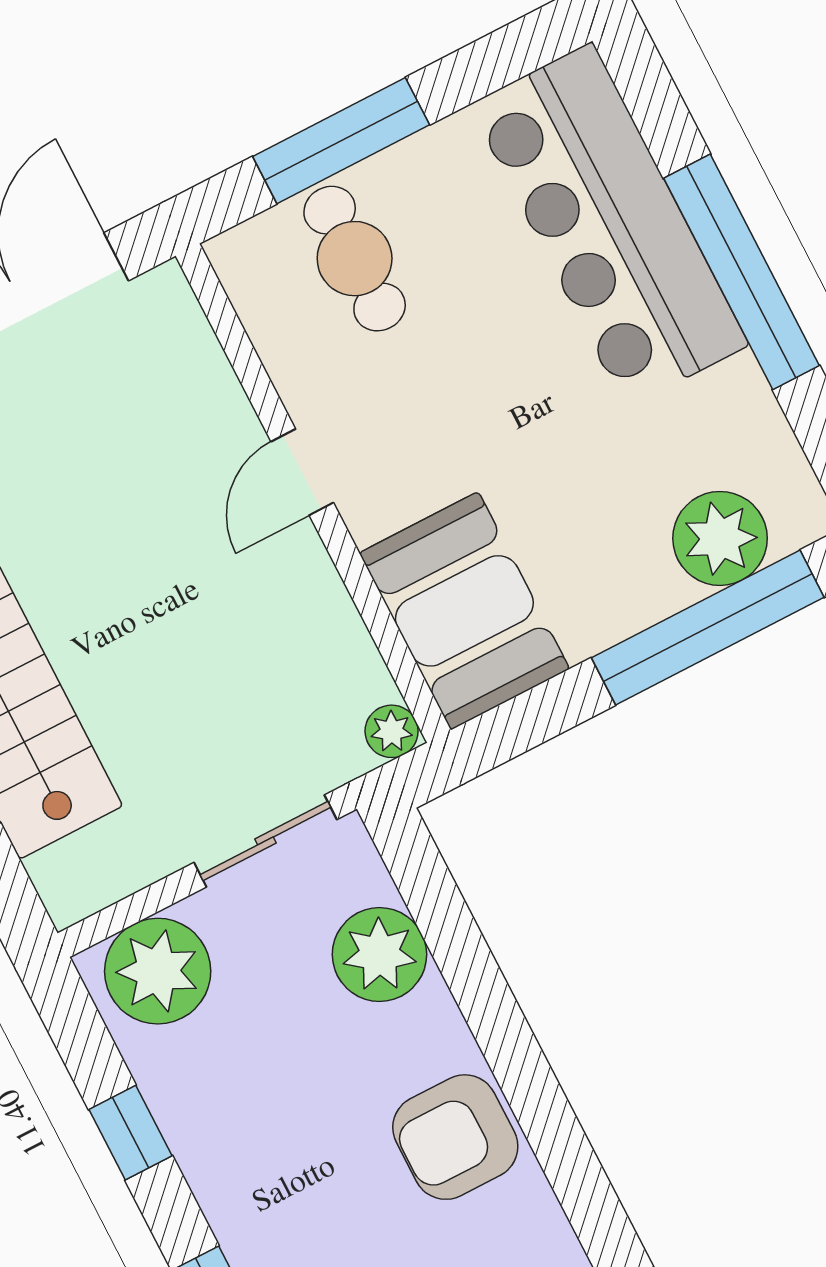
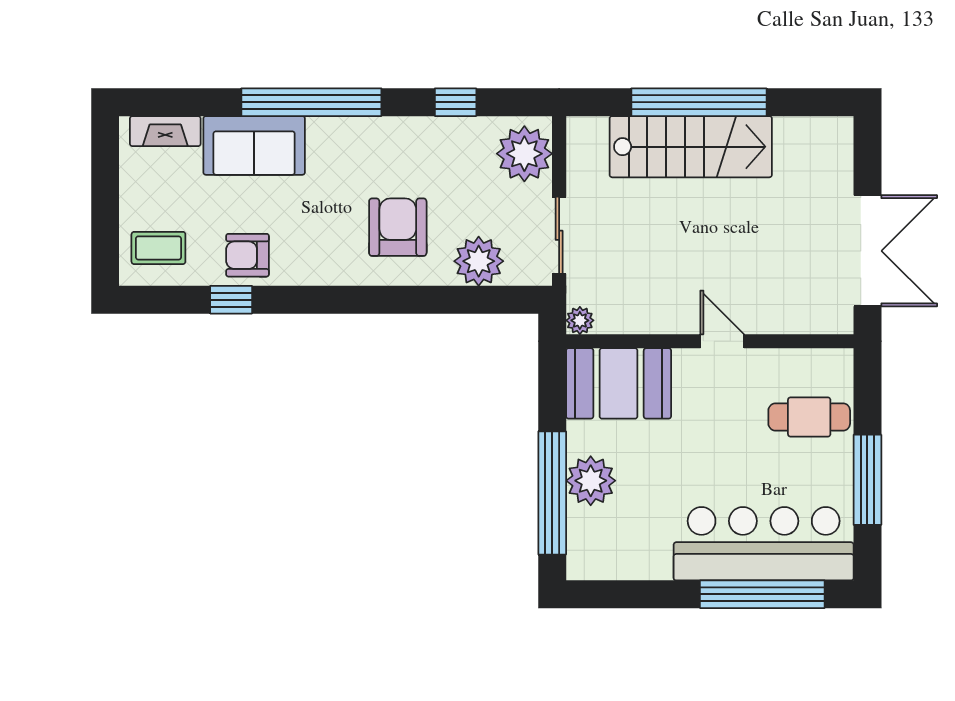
window: (341, 141) -> (867, 480), moved
window: (741, 272) -> (762, 594), moved
plant: (720, 538) -> (591, 481), moved
armchair: (455, 1137) -> (398, 227), moved

